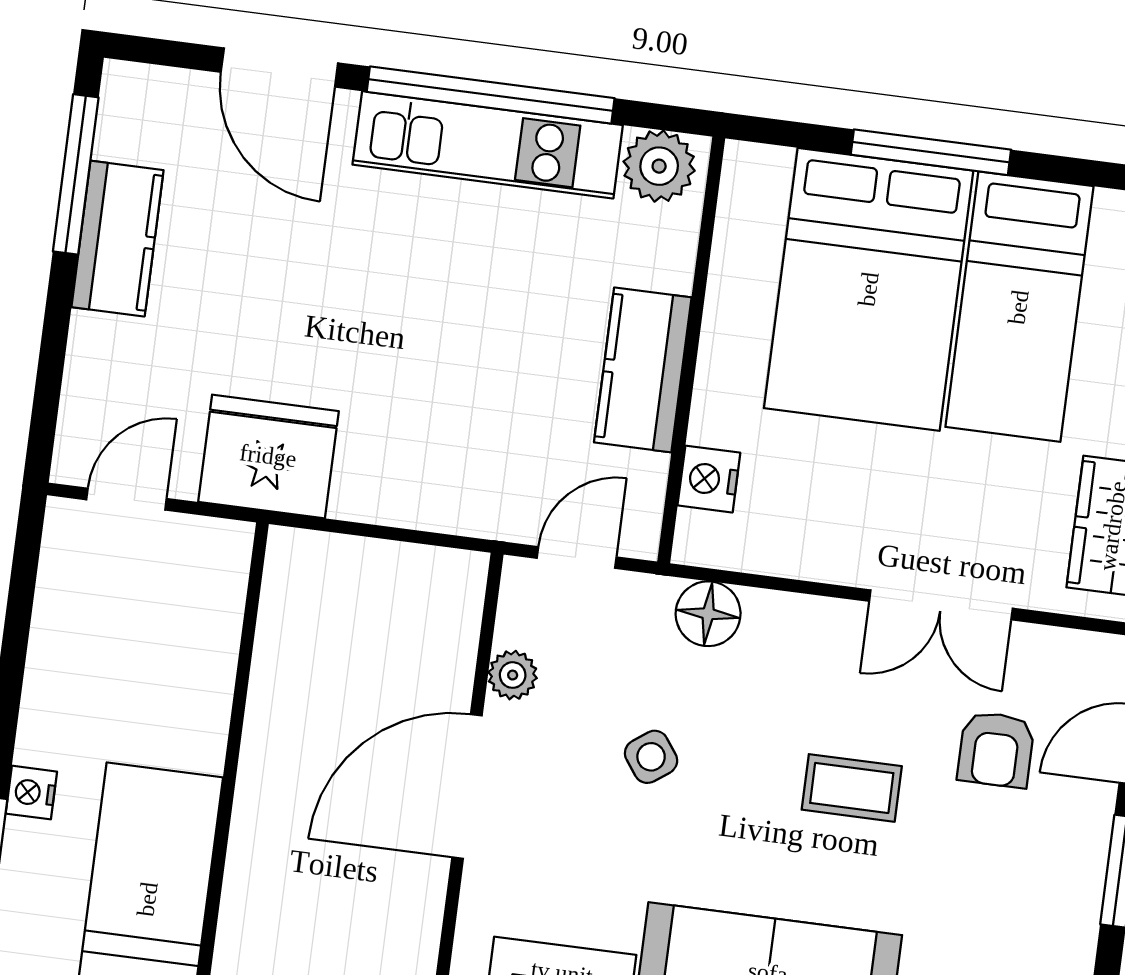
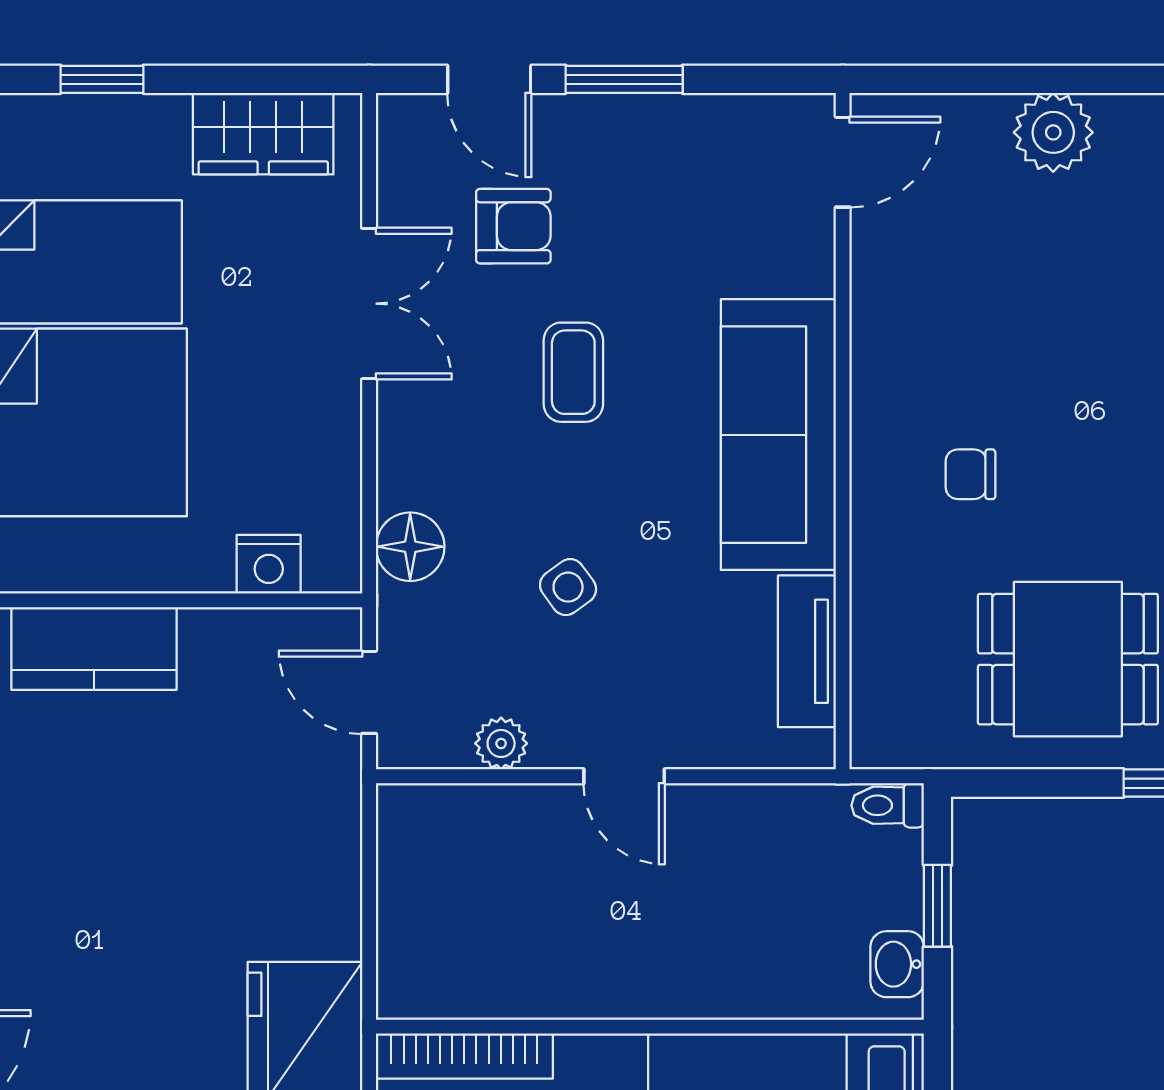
kitchen counter: (643, 370) -> (94, 648), moved
bookcase: (224, 603) -> (464, 1056), added
door: (467, 786) -> (624, 776), width x0.53

